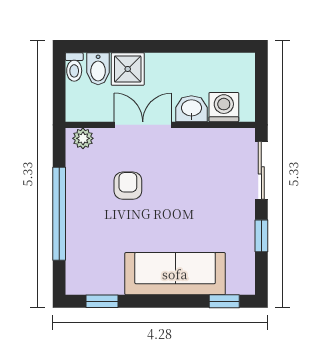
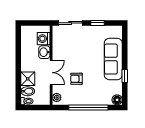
double door: (143, 125) -> (51, 73), swing flipped
floor lamp: (77, 283) -> (117, 100), added
window: (102, 301) -> (125, 76), moved
window: (224, 301) -> (125, 38), removed

